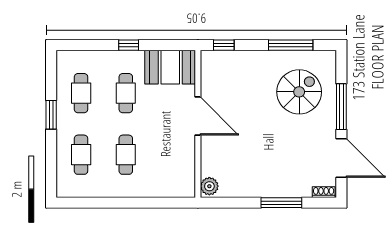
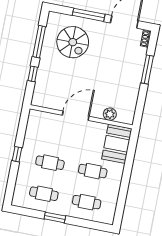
window: (224, 45) -> (33, 74), moved
booth: (170, 67) -> (117, 144), moved
spiral stairs: (299, 92) -> (73, 42), turned 180
plant: (209, 186) -> (110, 114), moved

